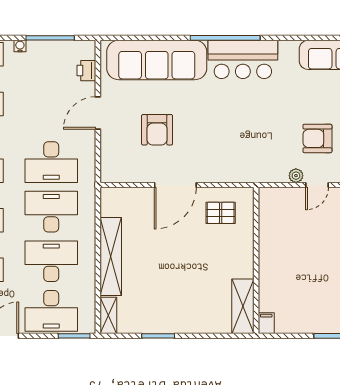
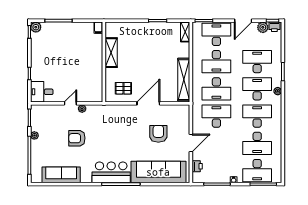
armchair: (317, 138) -> (77, 138), moved, turned 180
shelving: (111, 256) -> (184, 80), moved
shelving: (243, 306) -> (111, 53), moved

